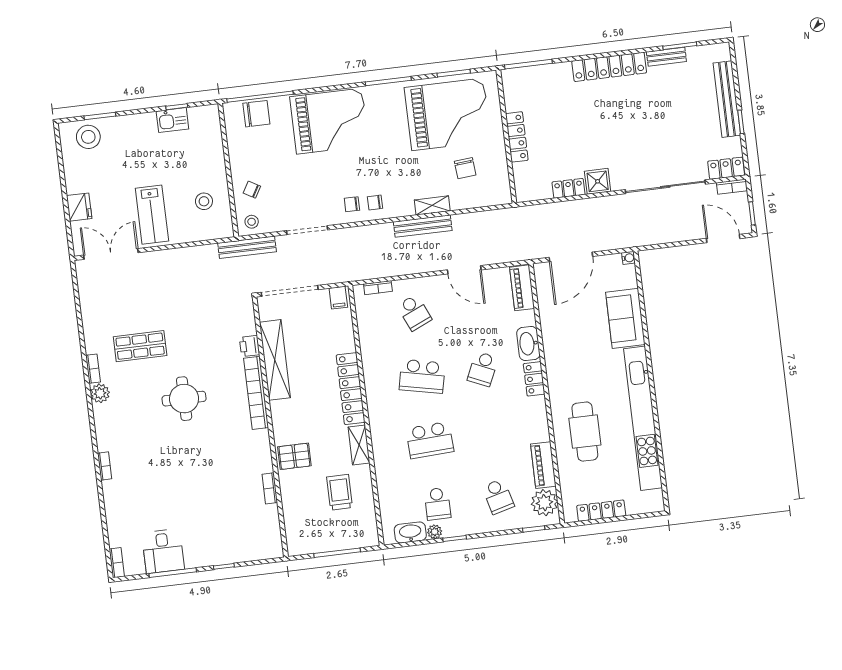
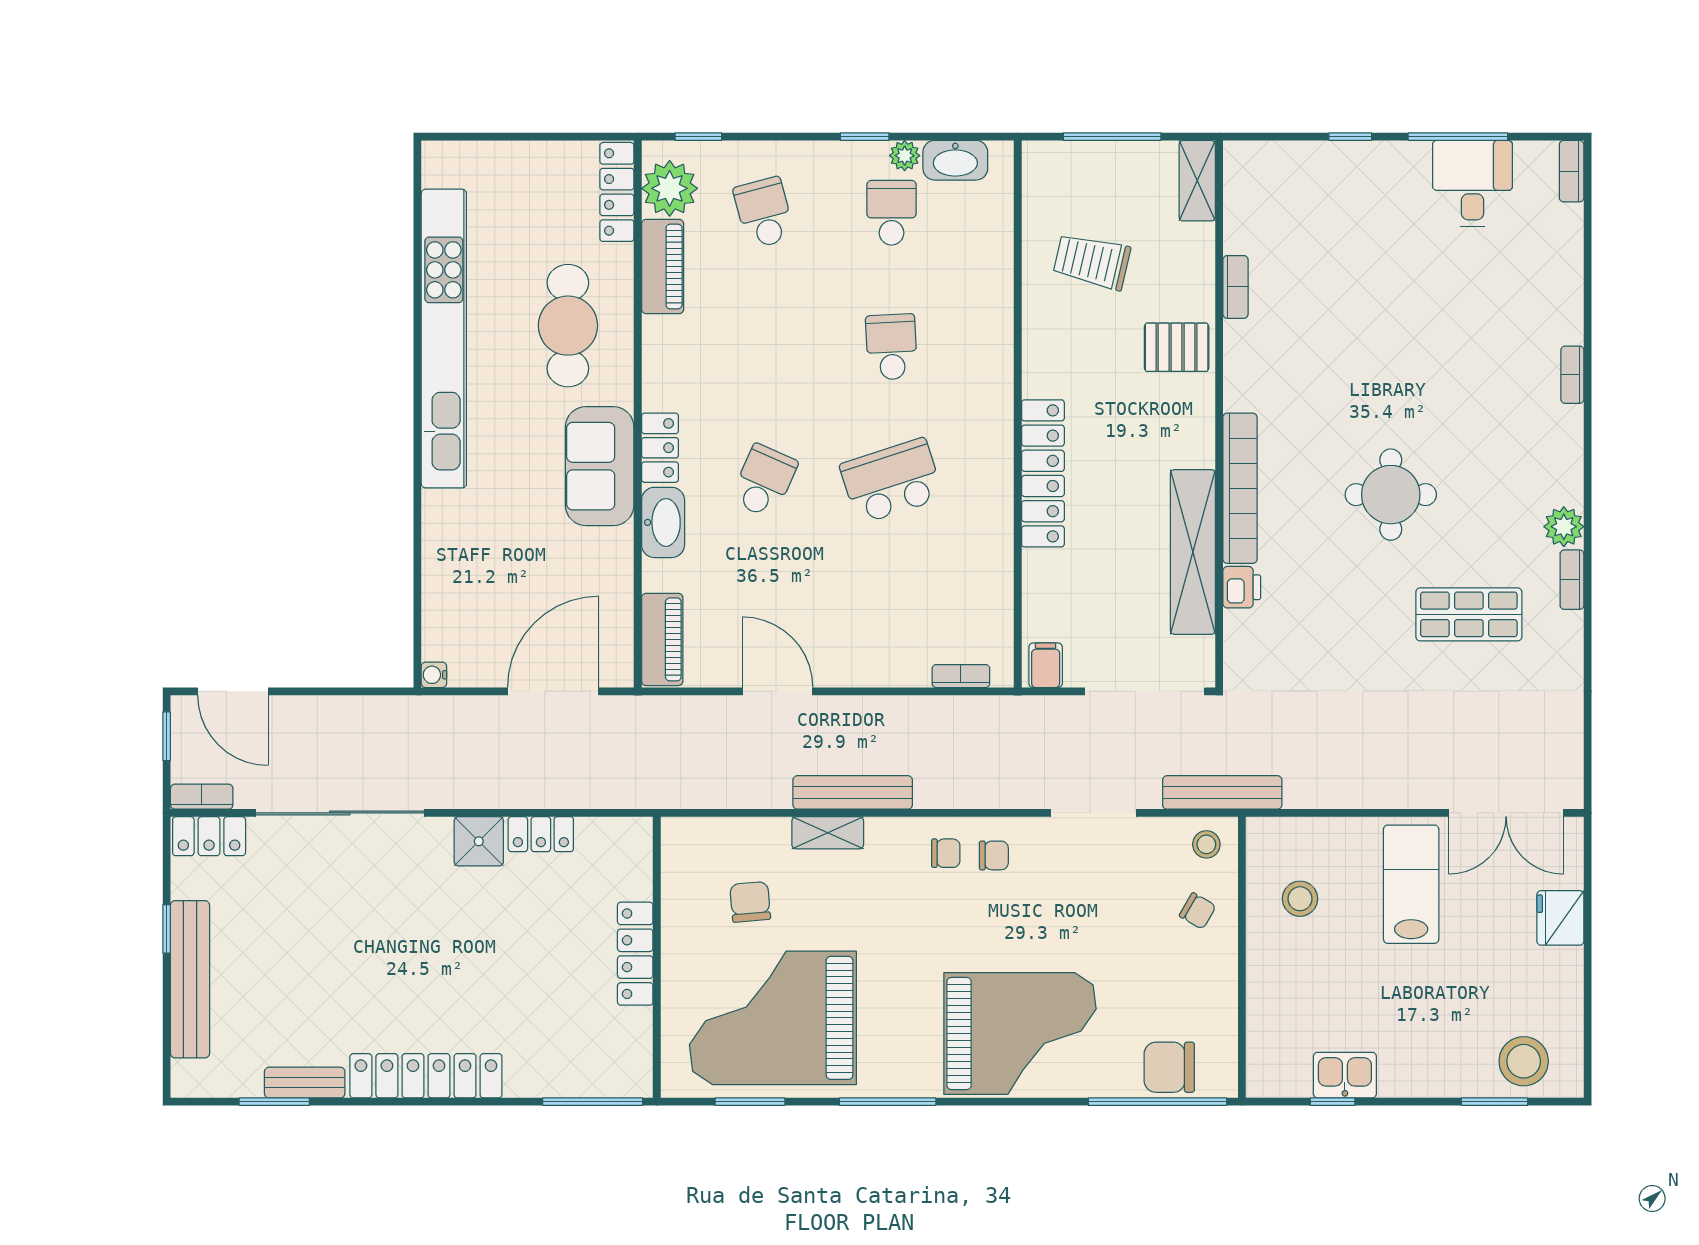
grand piano: (329, 121) -> (1020, 1034), turned 180
school desk: (414, 313) -> (892, 615), removed
sofa: (625, 318) -> (600, 466), moved, turned 180
school desk: (422, 376) -> (892, 481), turned -30
school desk: (430, 440) -> (892, 347), width x0.54
shelving: (359, 445) -> (1197, 181), moved
trolley: (340, 492) -> (1092, 261), turned 103
locker: (601, 511) -> (617, 192), moved, turned 90

